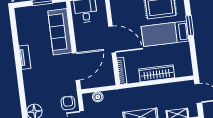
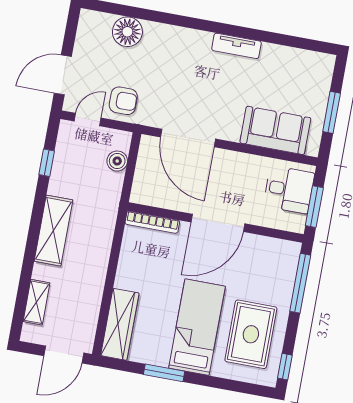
window: (190, 26) -> (164, 373), moved
sofa: (60, 32) -> (275, 130), width x0.73
wardrobe: (157, 73) -> (120, 324), moved

